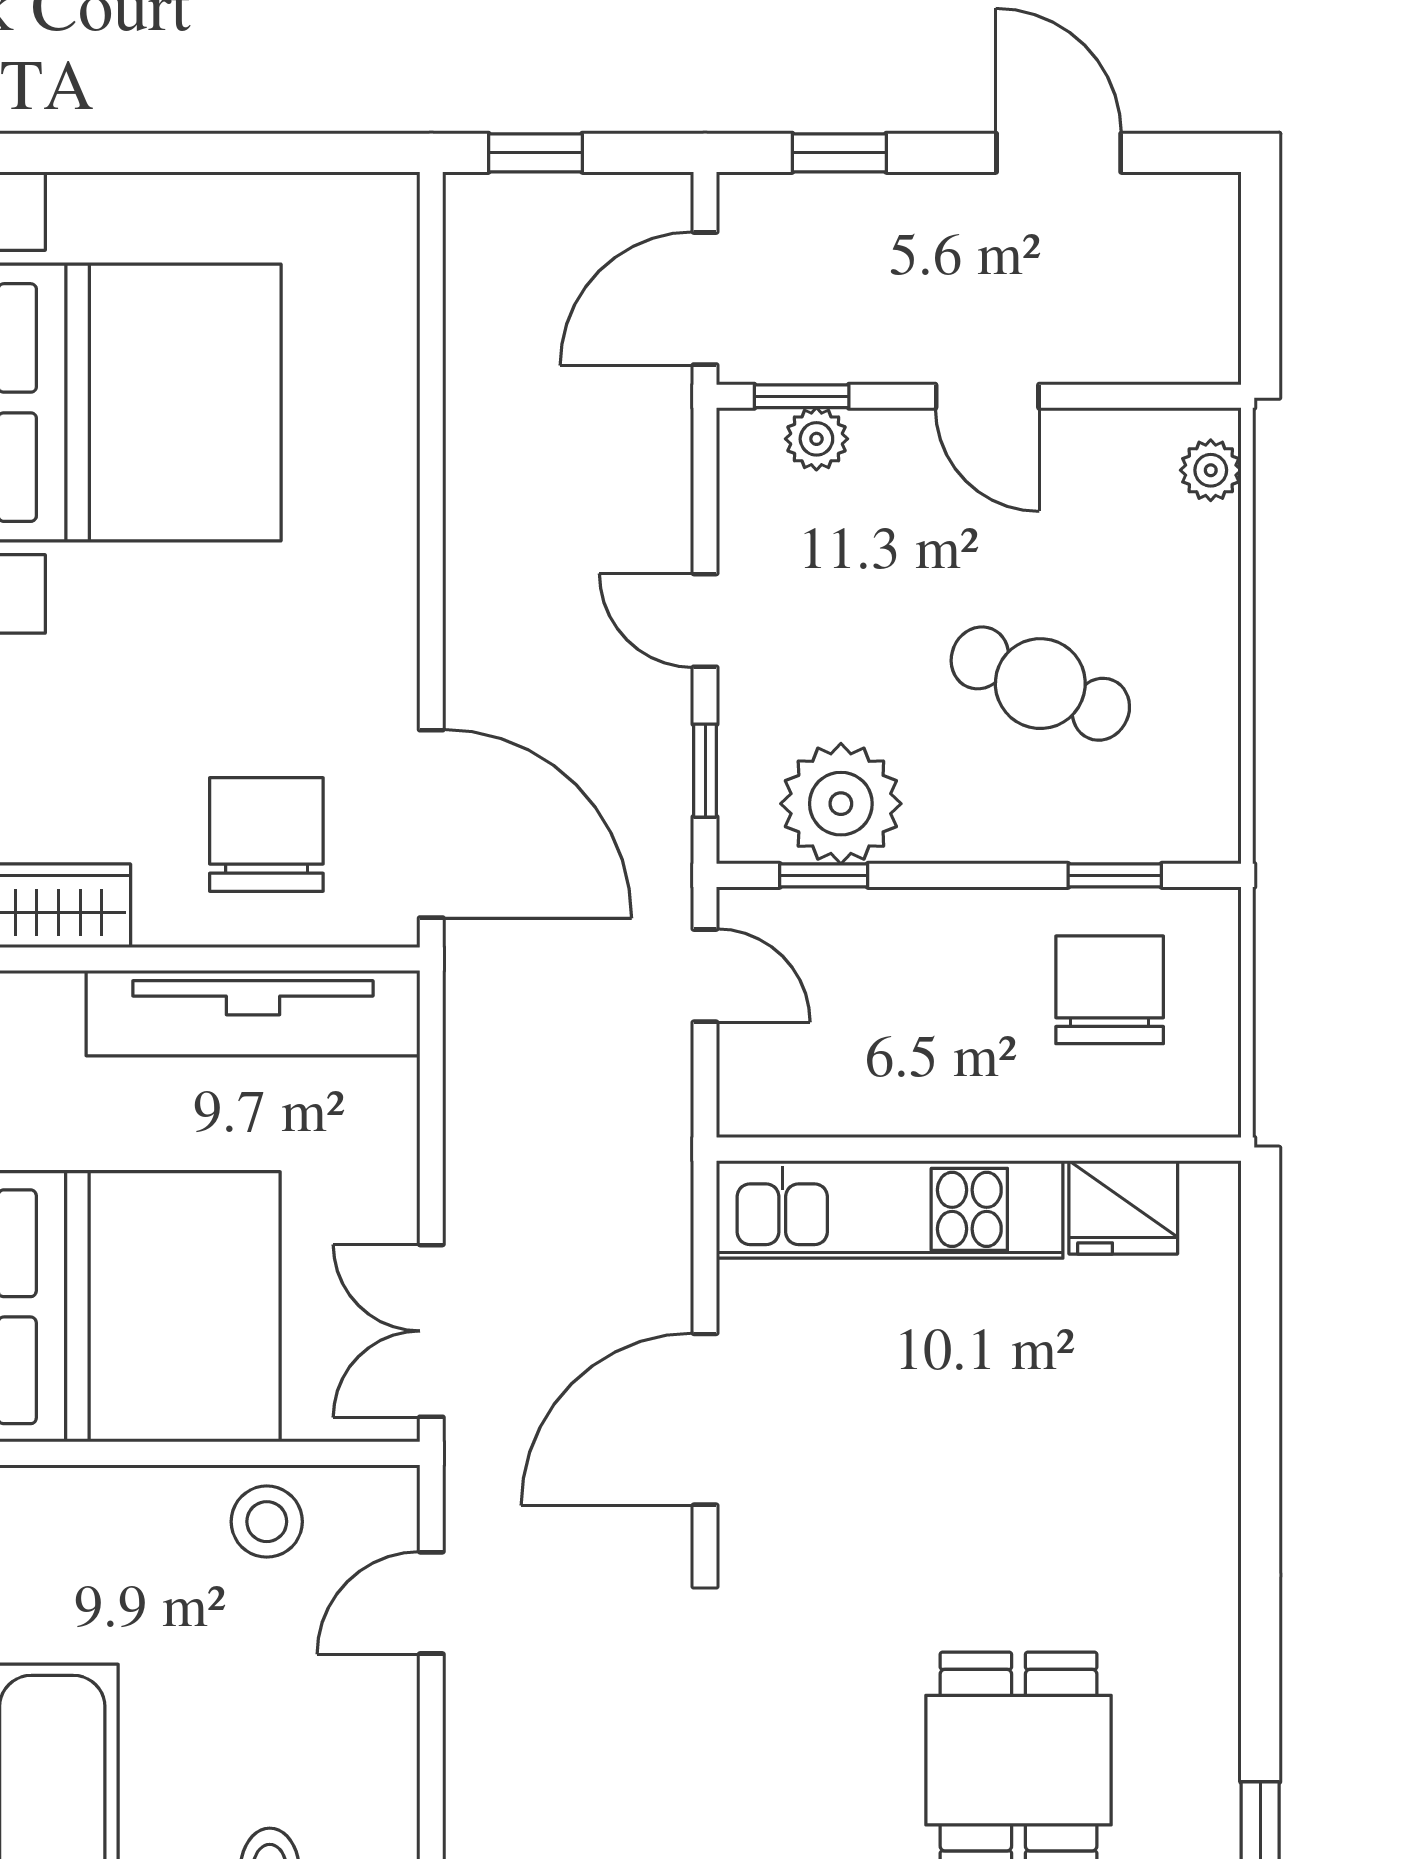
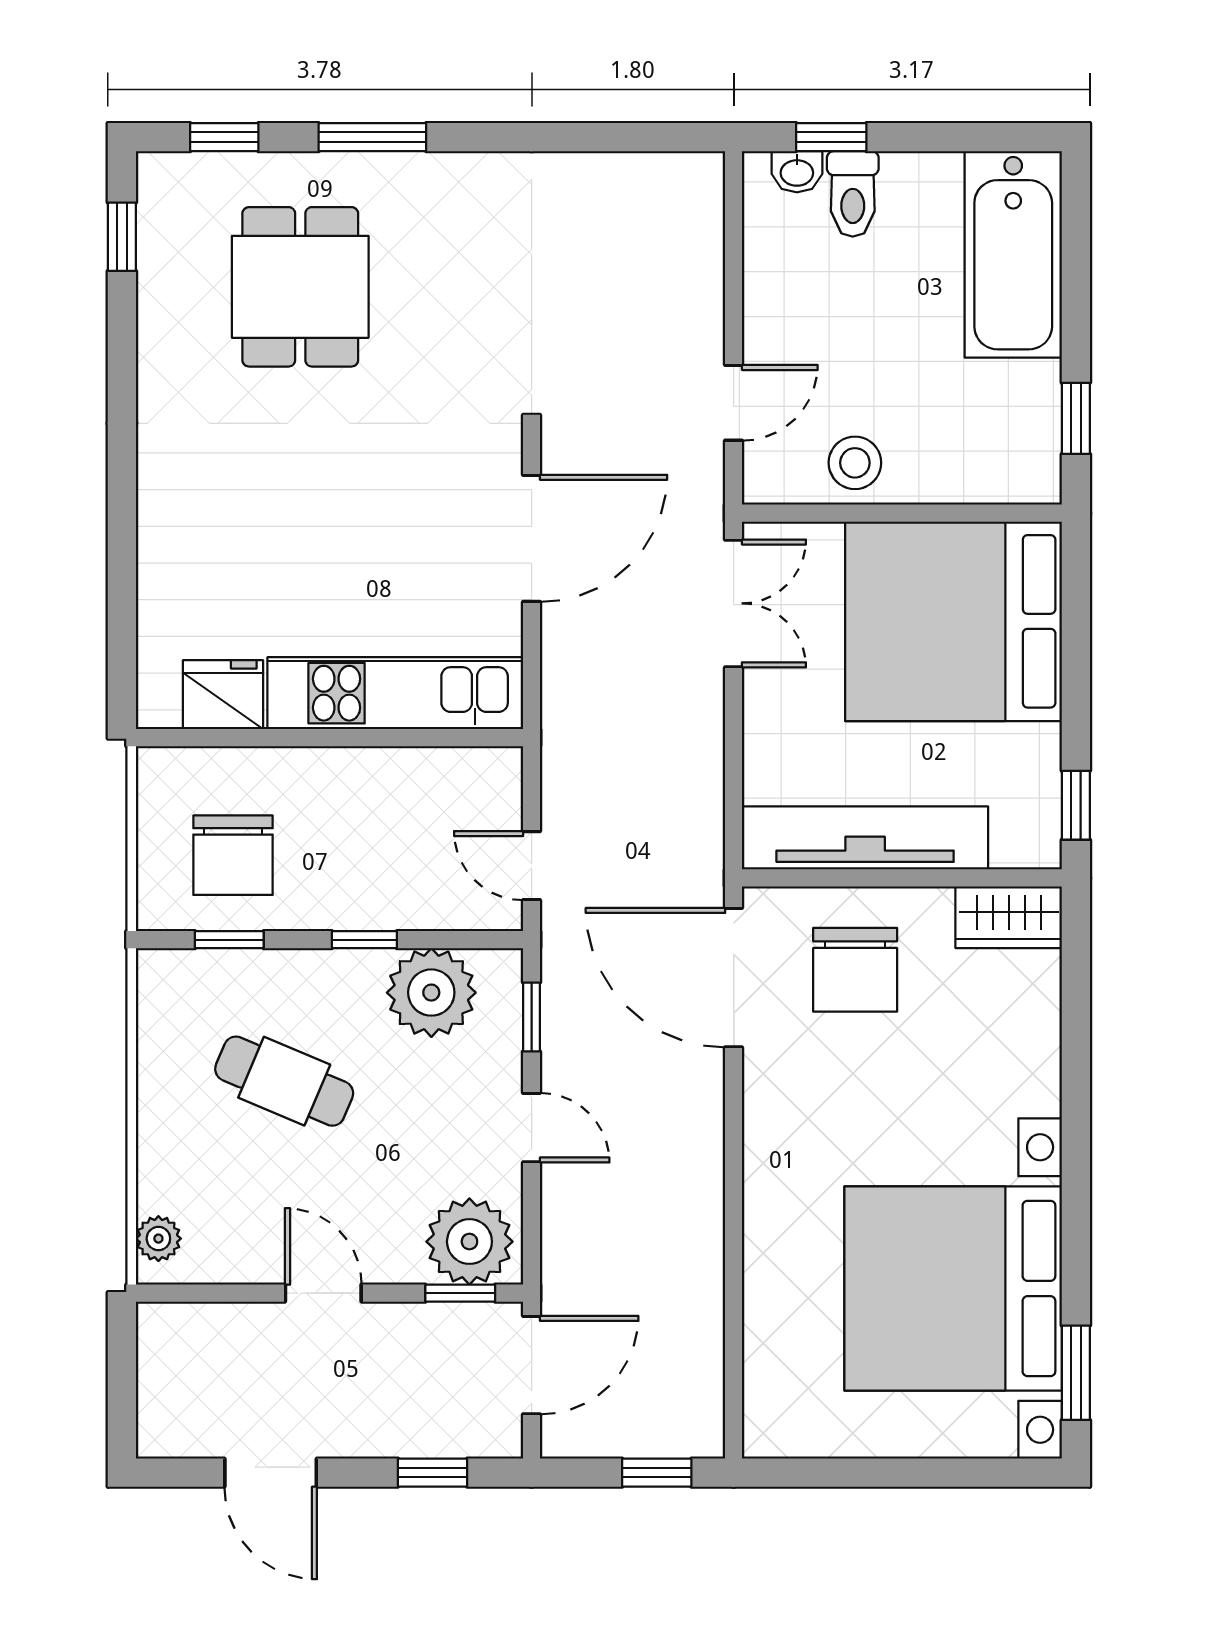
plant: (816, 439) -> (469, 1242), width x1.88, depth x1.88
window: (824, 875) -> (364, 940), moved

